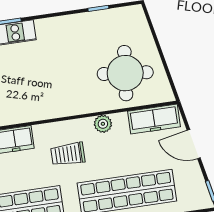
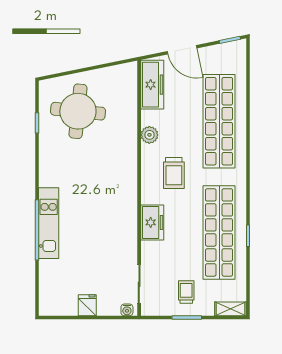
round table: (125, 73) -> (78, 111), moved
door: (194, 144) -> (182, 50), hinge flipped

